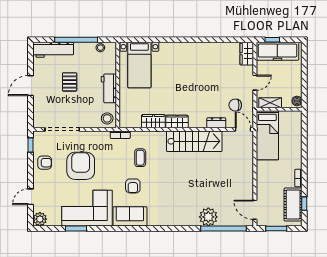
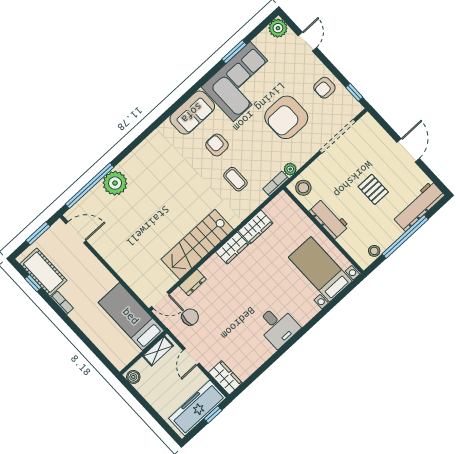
desk: (192, 55) -> (278, 326), added
plant: (105, 135) -> (290, 169), added
armchair: (81, 166) -> (286, 117), turned 90

